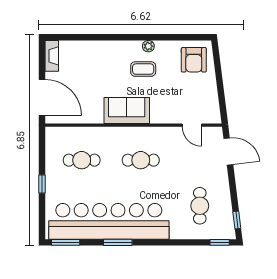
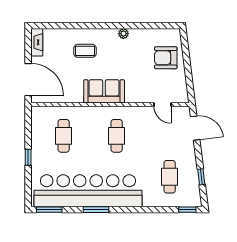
armchair: (194, 60) -> (166, 58), moved, turned 90
coffee table: (143, 69) -> (85, 51), moved
cafe table: (82, 160) -> (64, 136), turned 90
cafe table: (141, 160) -> (117, 136), turned 90
window: (237, 220) -> (201, 177), moved

